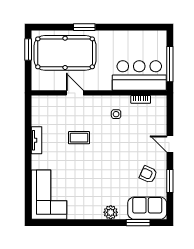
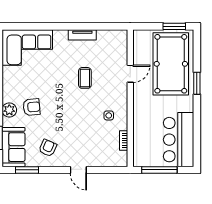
bar counter: (139, 75) -> (179, 140), moved, turned 180
door: (170, 144) -> (78, 170), swing flipped
window: (170, 181) -> (27, 170), moved
armchair: (108, 190) -> (32, 107), added

